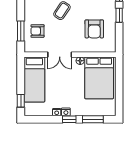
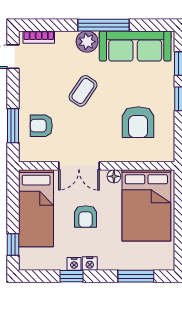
armchair: (63, 84) -> (86, 217), added
window: (69, 119) -> (71, 276), moved

